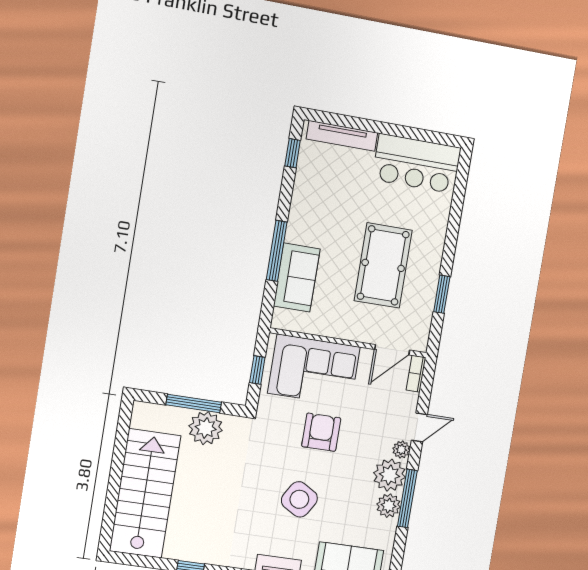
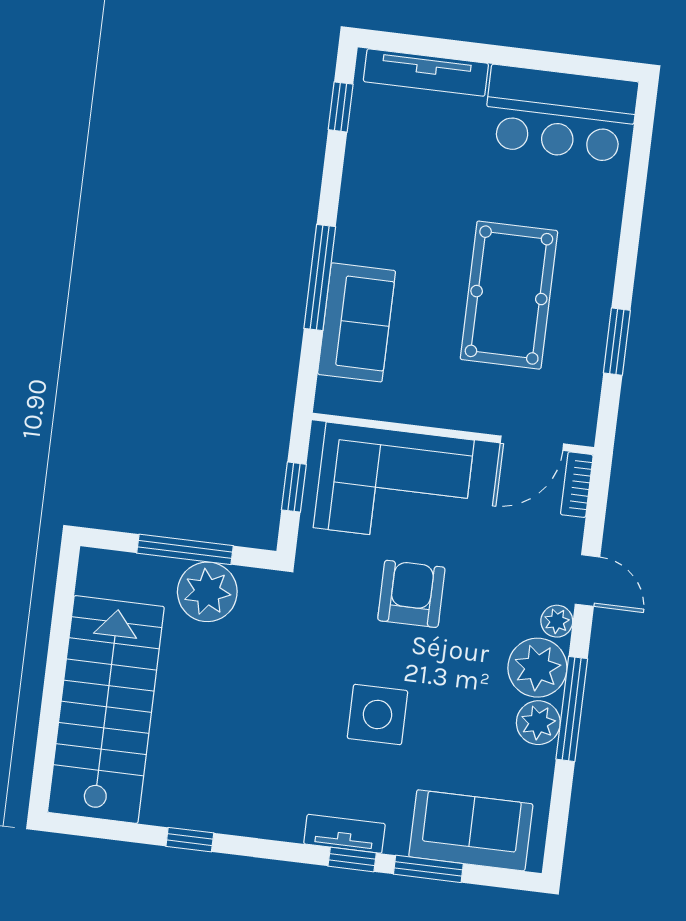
door: (419, 427) -> (587, 581), hinge flipped
side table: (299, 499) -> (377, 715), turned -31

